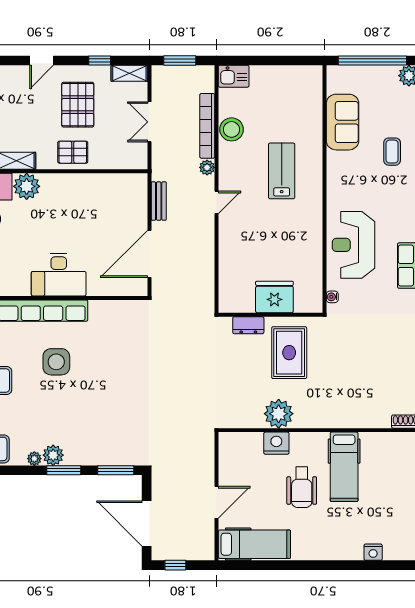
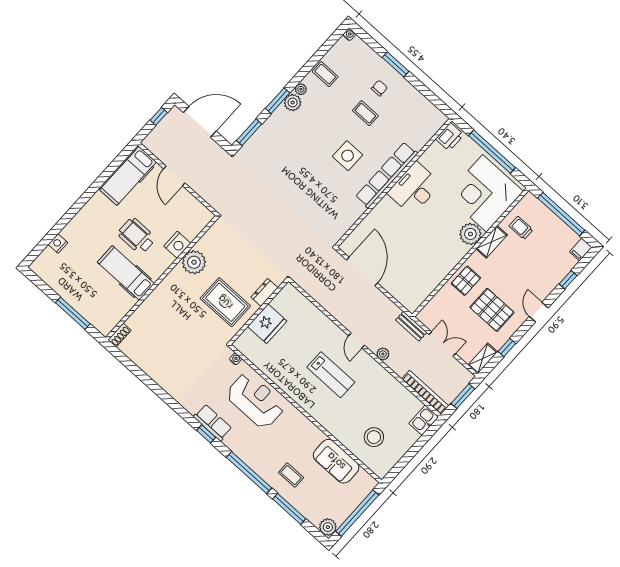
bookcase: (207, 126) -> (425, 392), moved
stool: (232, 129) -> (374, 437), moved
lab bench: (282, 171) -> (331, 375), moved
bench: (159, 201) -> (411, 326), moved
desk: (59, 275) -> (414, 188), moved

